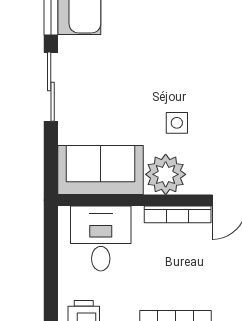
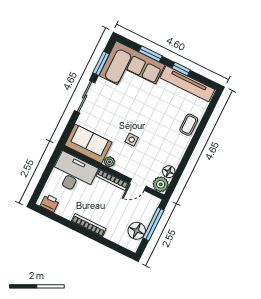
plant: (166, 174) -> (109, 162), width x0.53, depth x0.53
desk: (101, 238) -> (74, 174), width x1.37

